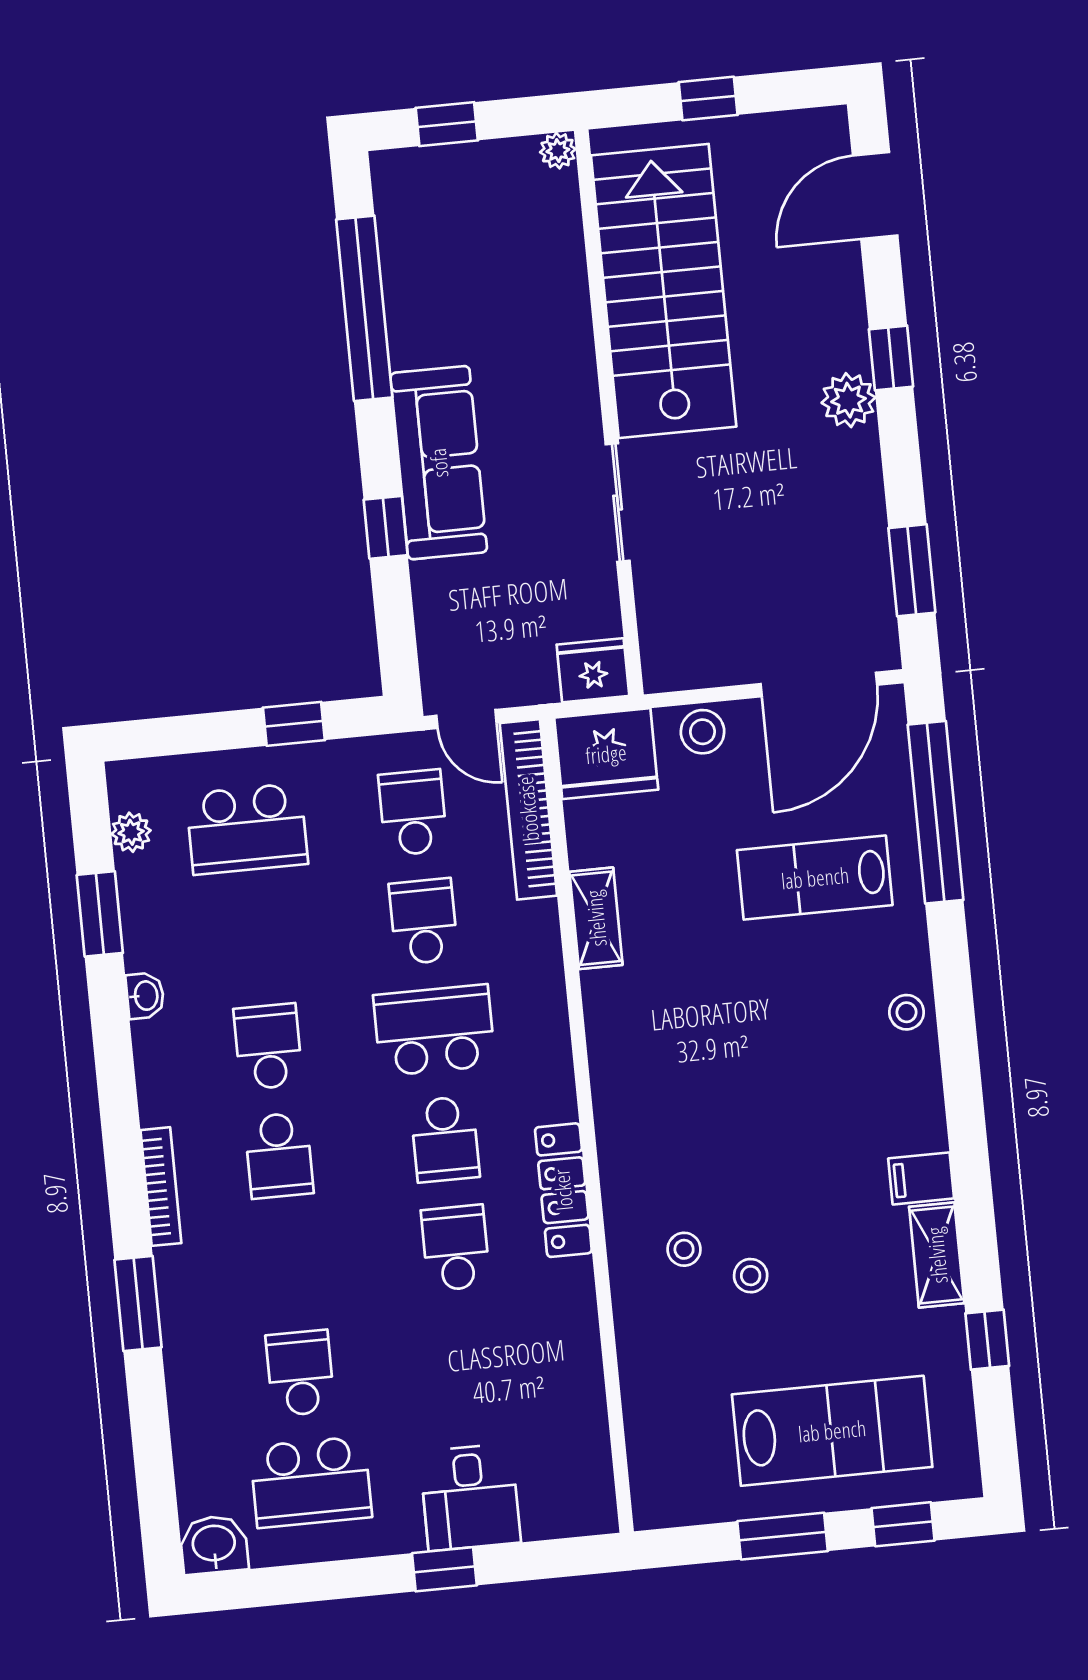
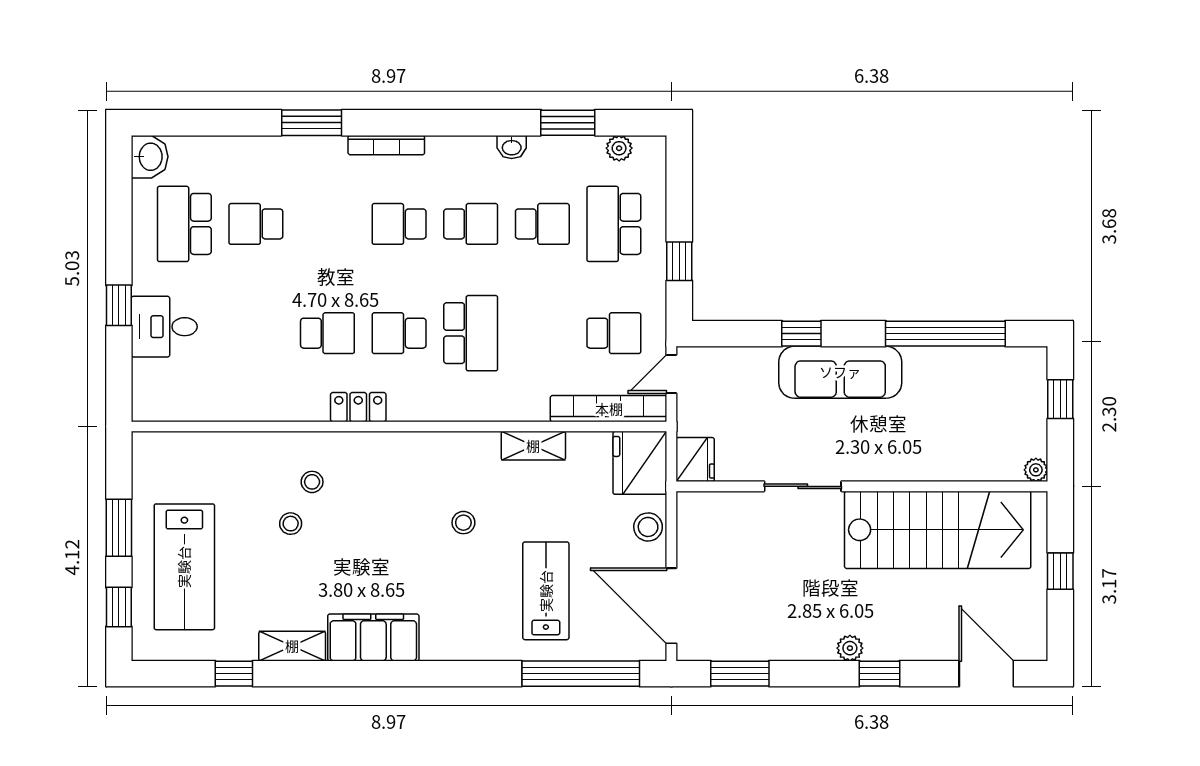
plant: (848, 400) -> (850, 648), width x0.73, depth x0.73
school desk: (424, 921) -> (542, 224), moved
stool: (907, 1012) -> (463, 523), moved
filing cabinet: (921, 1178) -> (373, 638), width x3.00, depth x1.17
locker: (563, 1190) -> (358, 407), width x0.66
school desk: (300, 1373) -> (256, 224), turned 180

